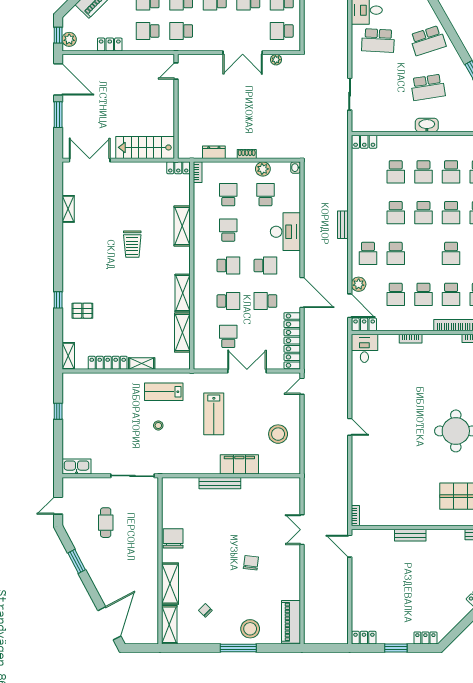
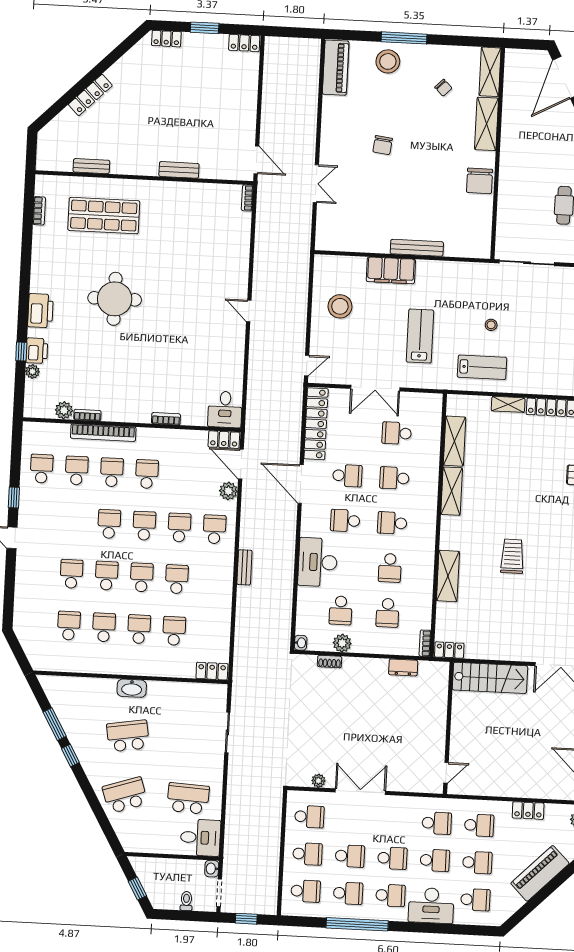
shoe rack: (247, 154) -> (330, 662), moved
school desk: (396, 294) -> (144, 526), moved
school desk: (228, 336) -> (397, 433), turned 90

